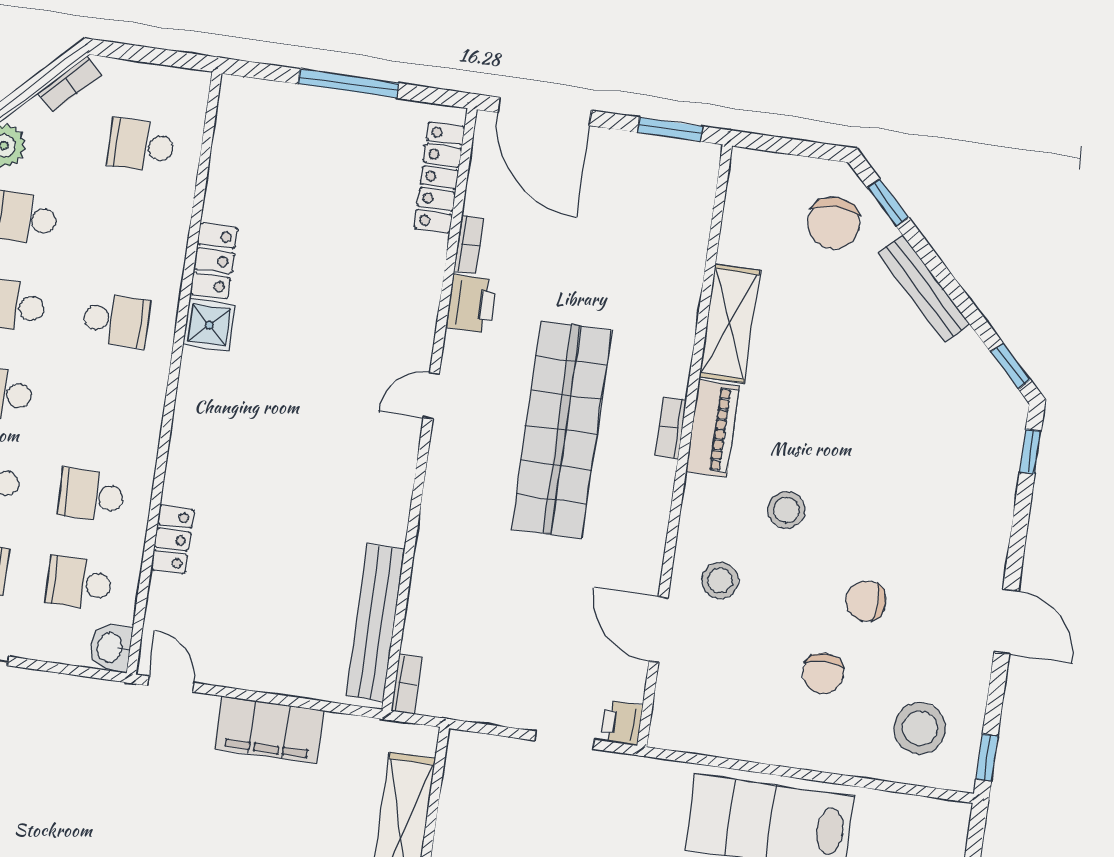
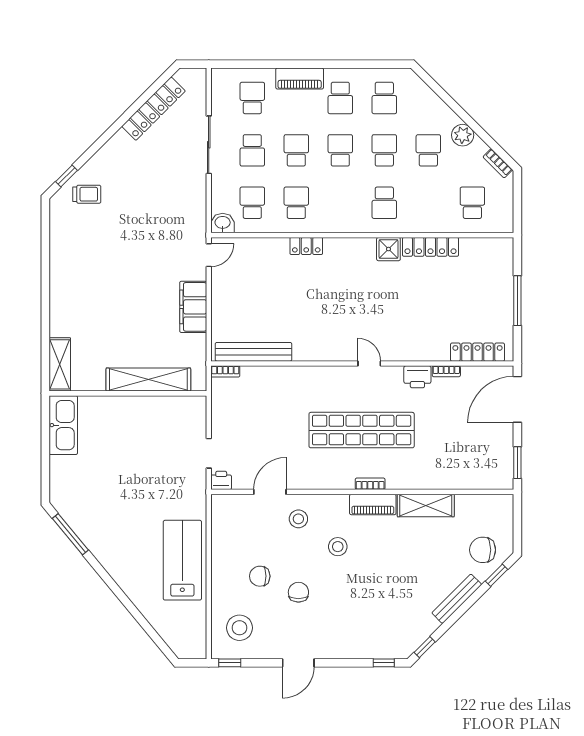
locker: (214, 261) -> (430, 247), width x1.53
locker: (172, 539) -> (306, 246), moved

